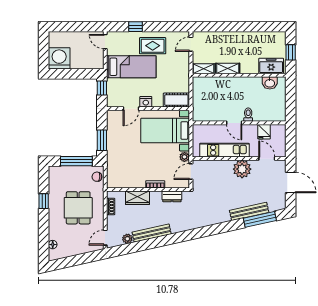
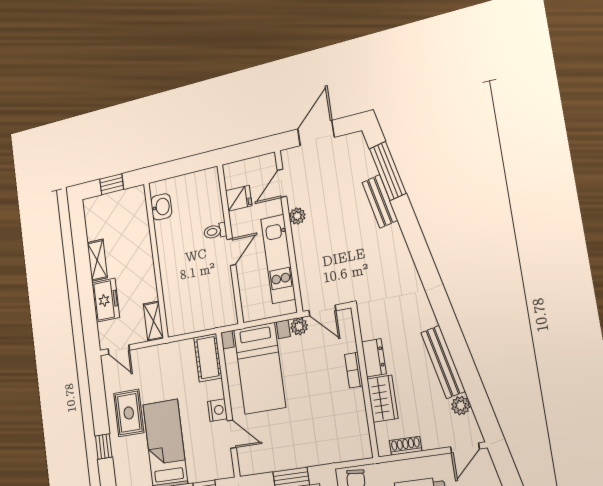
freezer: (271, 66) -> (106, 300), moved, turned 180
shelving: (228, 68) -> (97, 260), moved
plant: (242, 169) -> (297, 216), width x0.53, depth x0.53
dresser: (172, 196) -> (374, 358), moved
bench: (249, 211) -> (380, 201), width x0.73
door: (105, 238) -> (465, 448), hinge flipped

